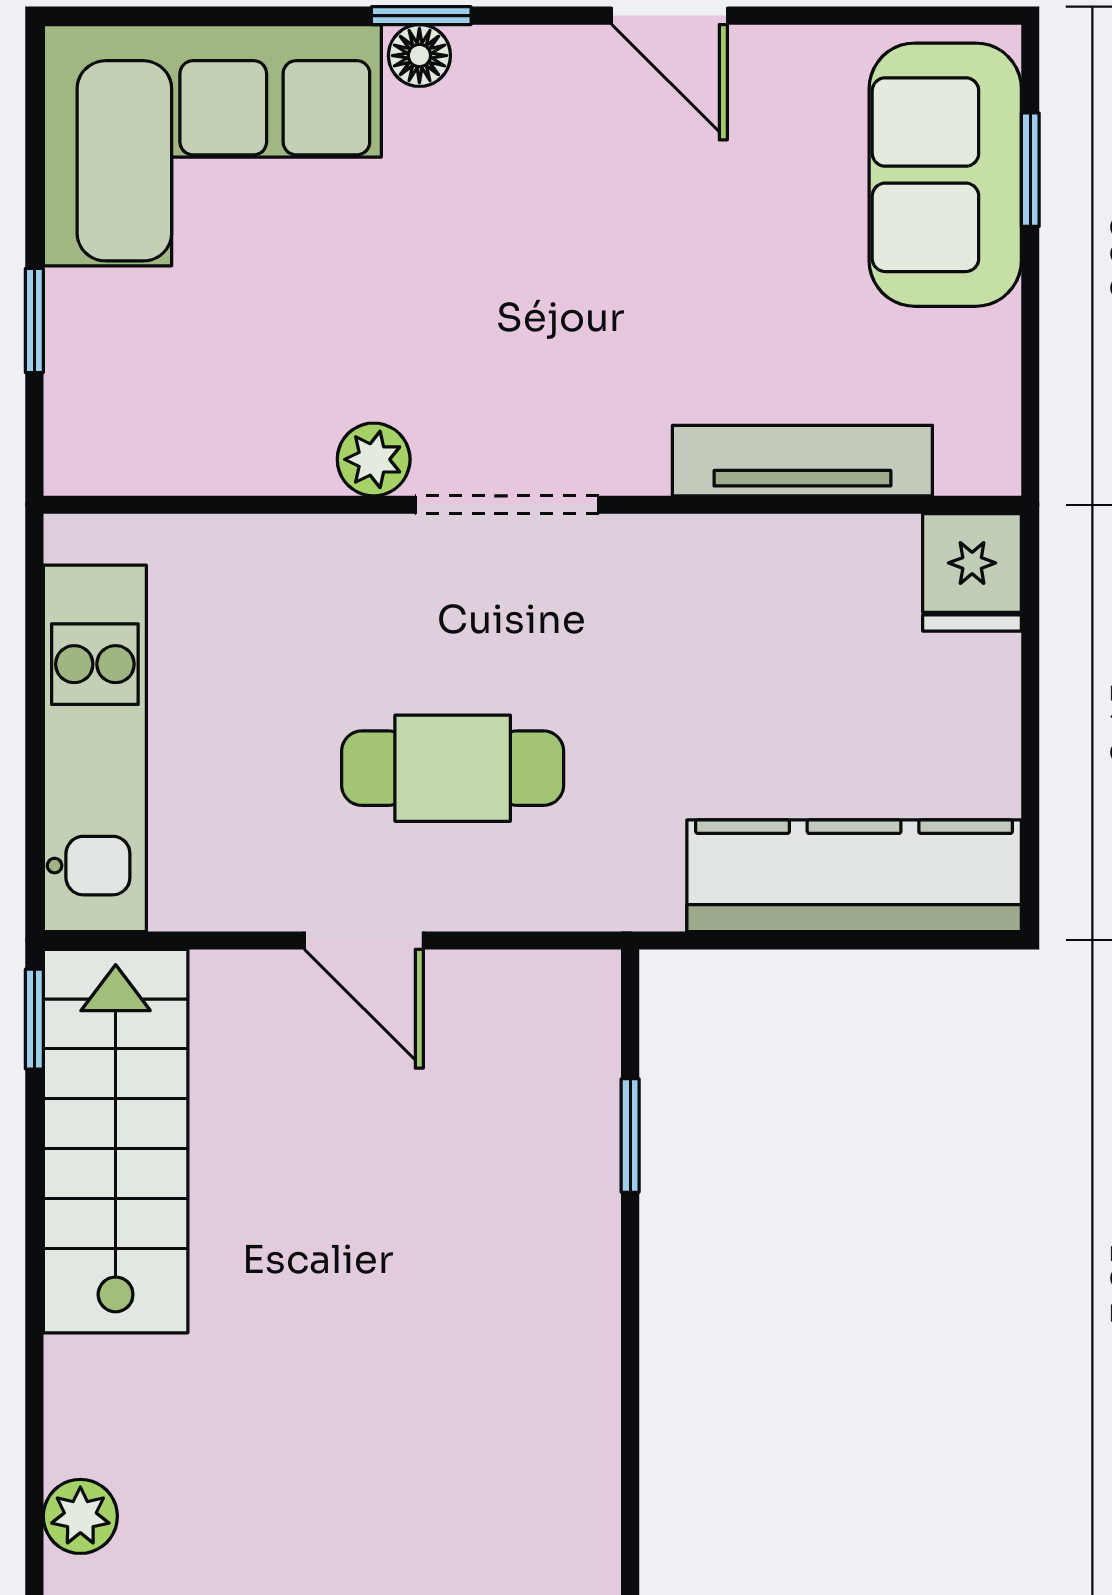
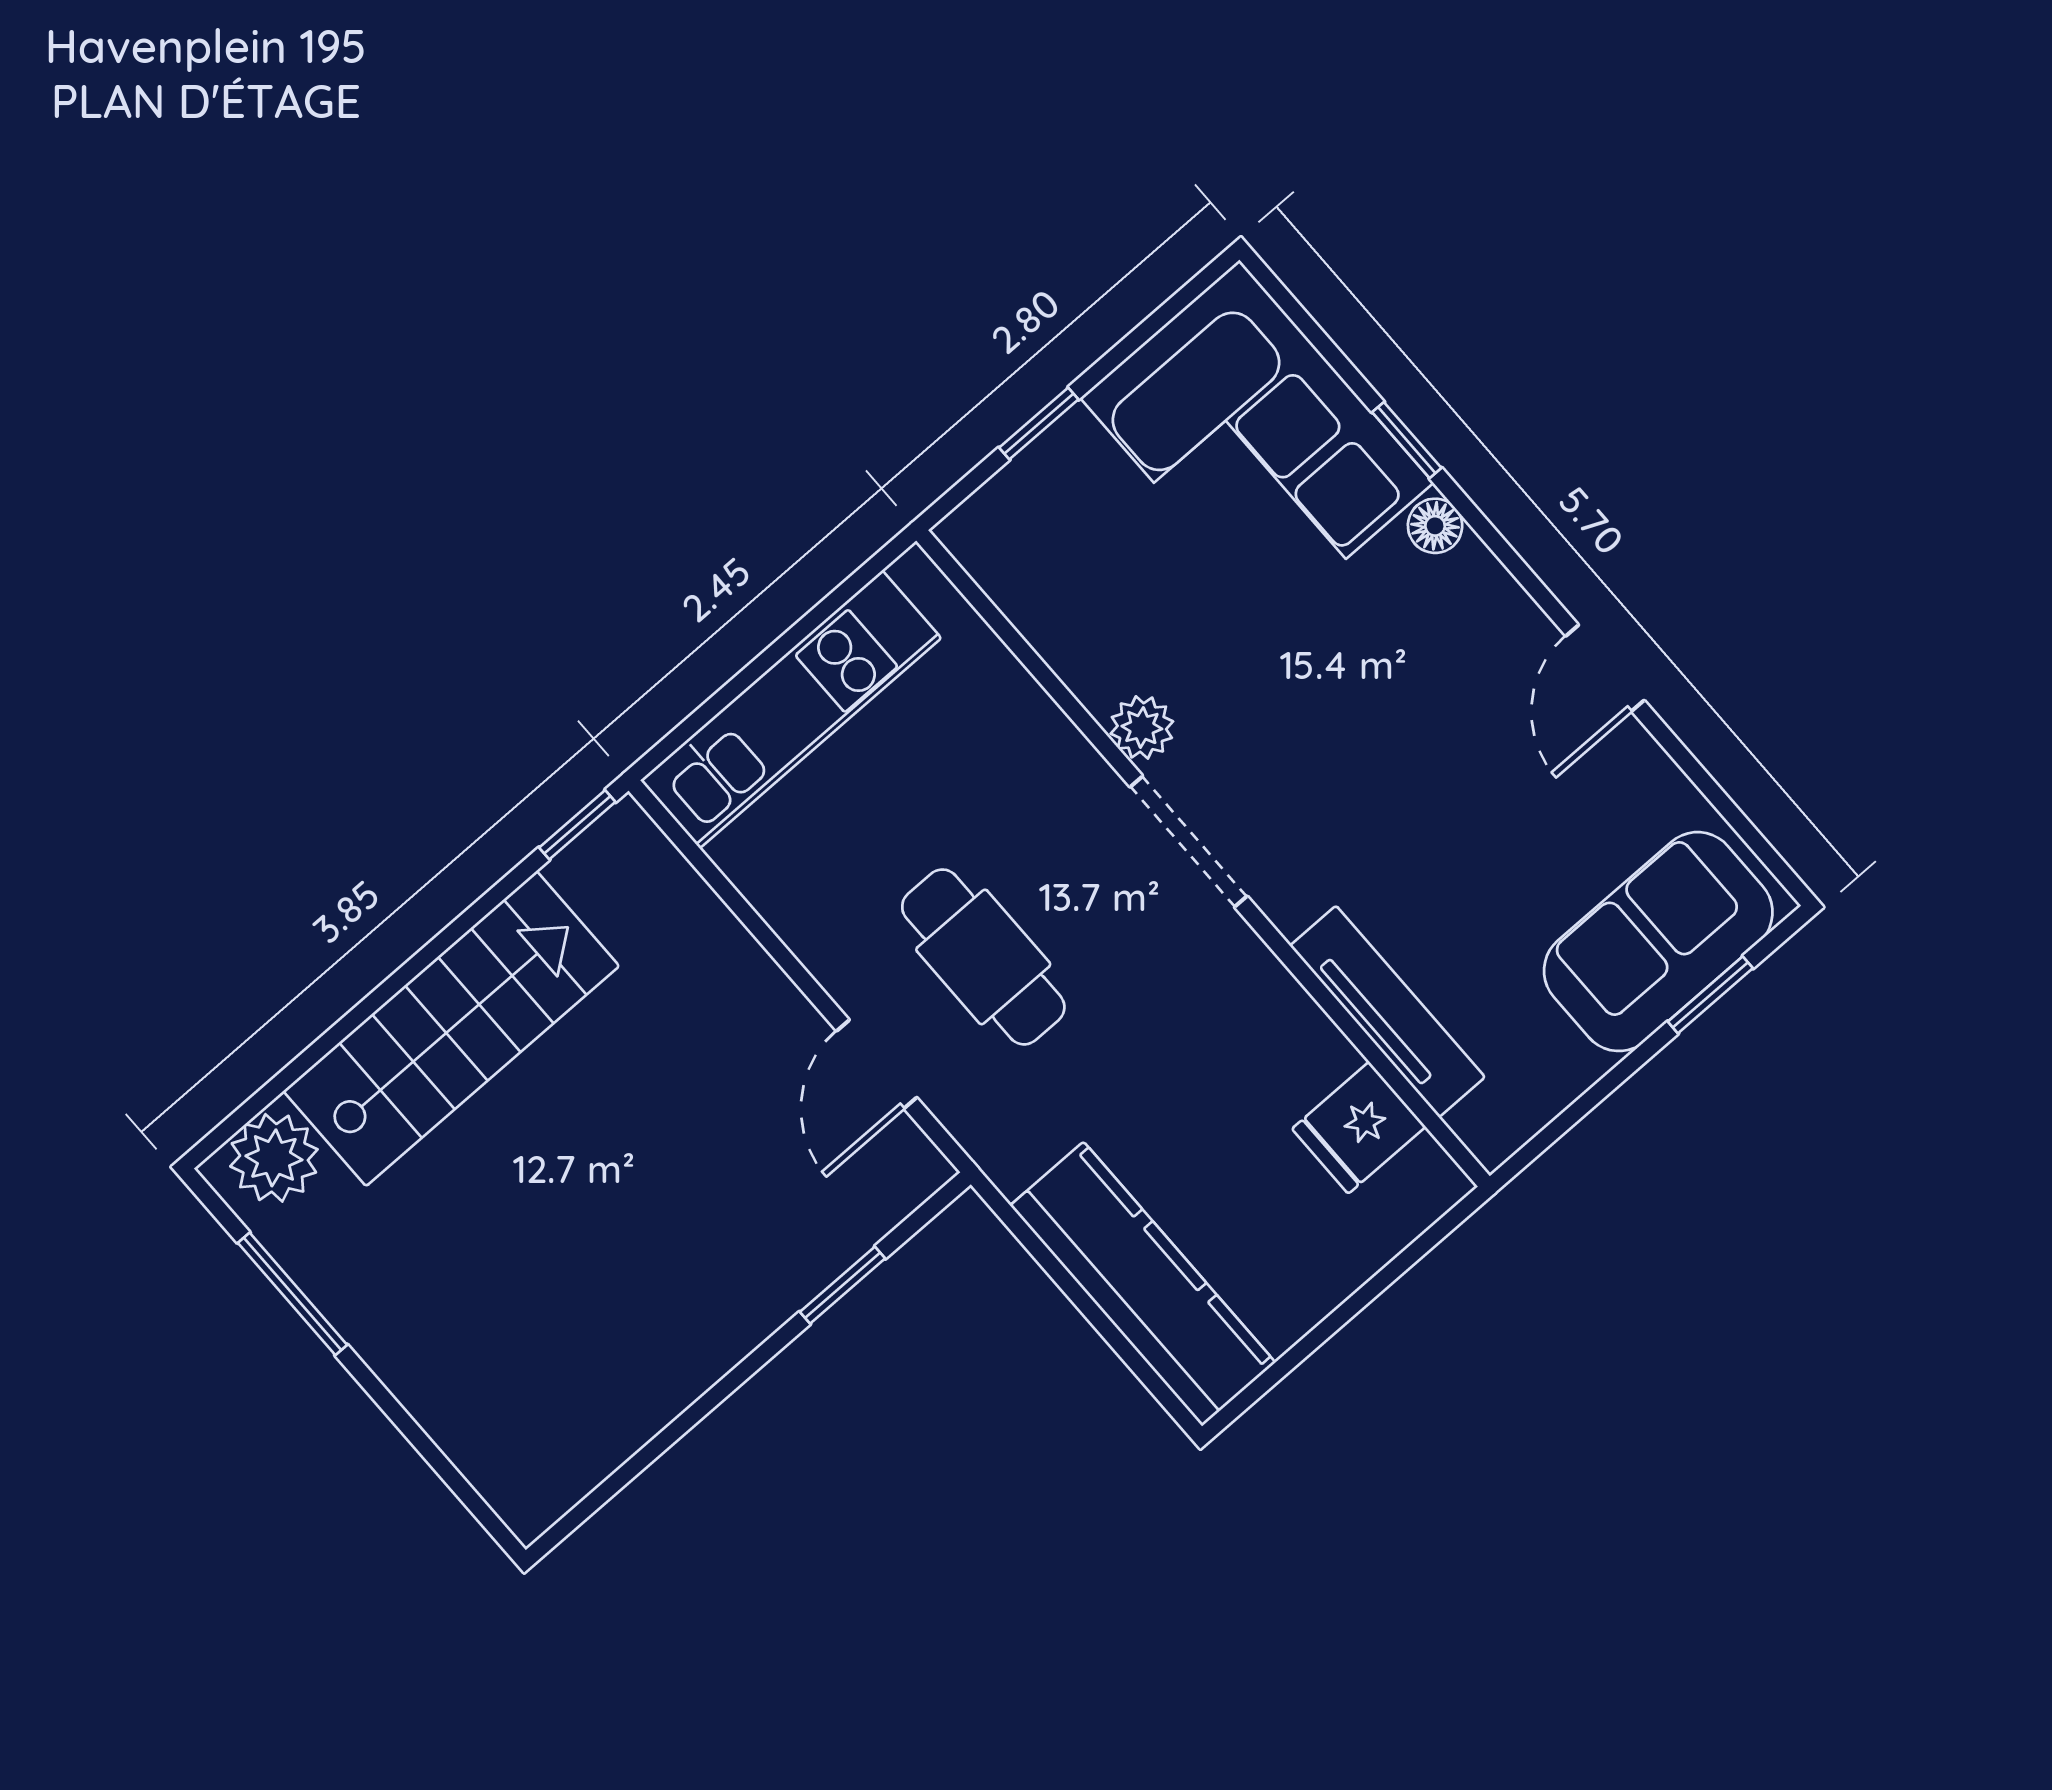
window: (421, 16) -> (1407, 440), moved
fridge: (972, 572) -> (1359, 1128), moved
door: (364, 940) -> (877, 1064), moved
stairs: (116, 1141) -> (451, 1029), moved
plant: (80, 1516) -> (274, 1158), width x1.38, depth x1.38

